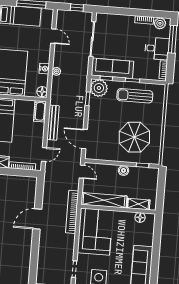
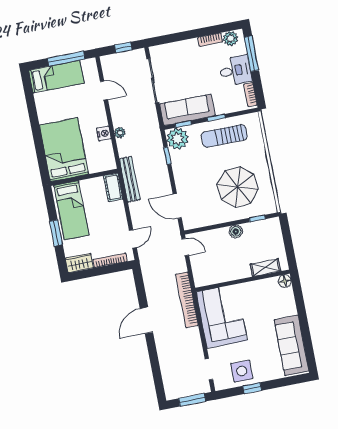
floor lamp: (42, 92) -> (109, 162), removed
bench: (53, 123) -> (130, 179), moved
shelving: (104, 200) -> (222, 275), removed
floor lamp: (140, 217) -> (285, 281), moved

